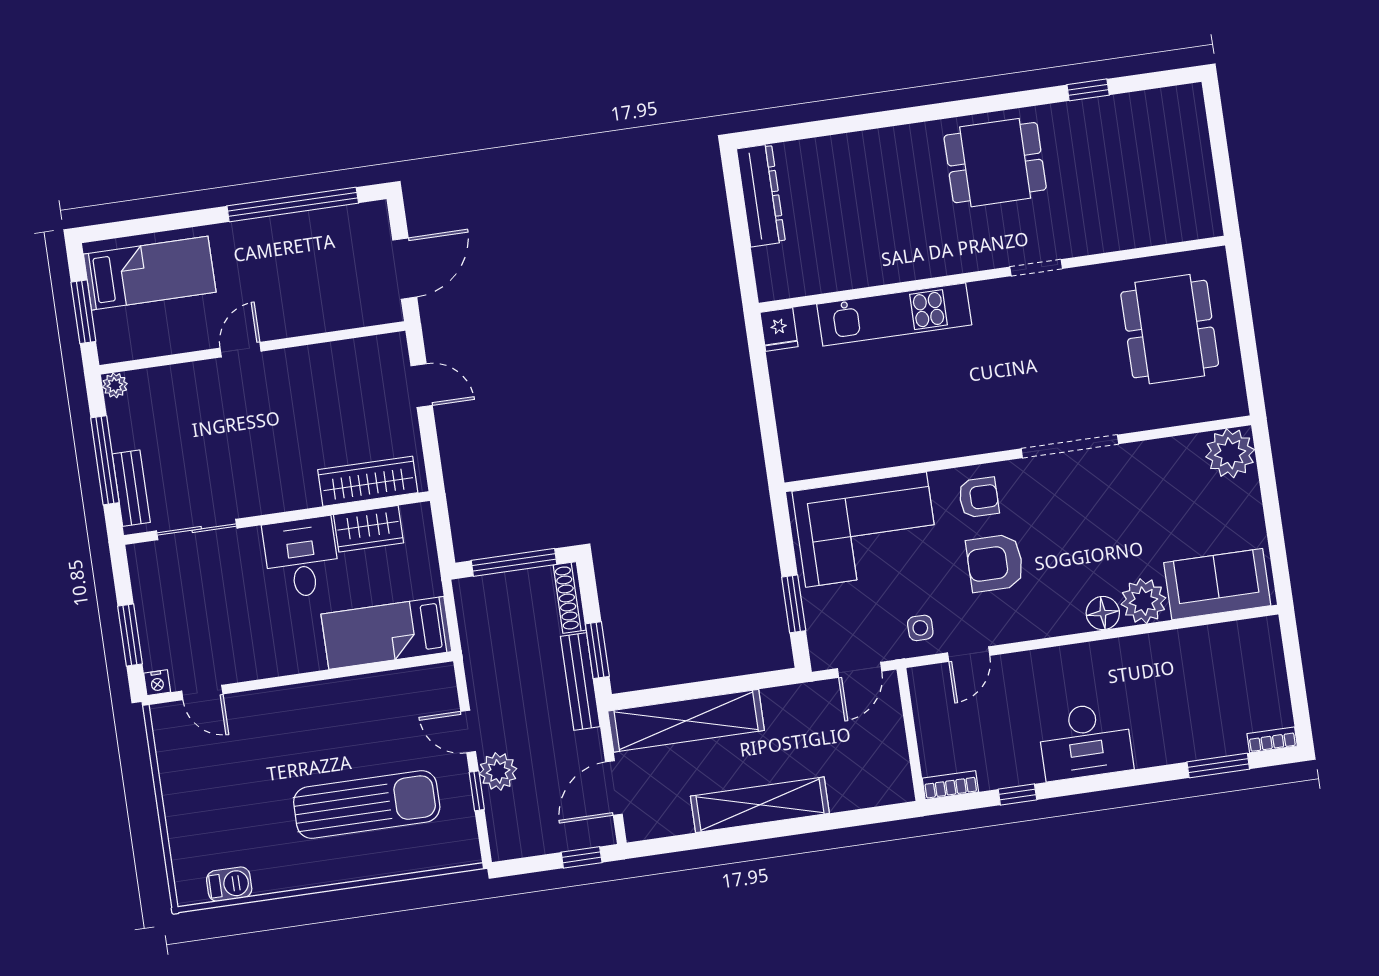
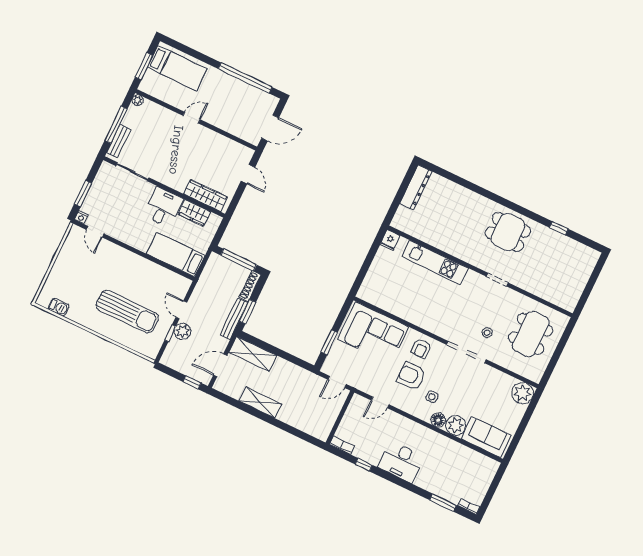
stool: (1084, 383) -> (487, 333), added
armchair: (979, 497) -> (421, 348), turned 90
side table: (920, 628) -> (432, 397), moved
shelving: (686, 721) -> (253, 354), width x0.68
shelving: (760, 805) -> (260, 402), width x0.68

